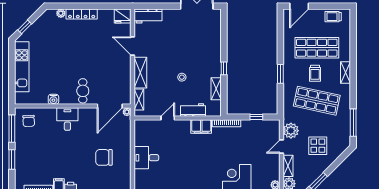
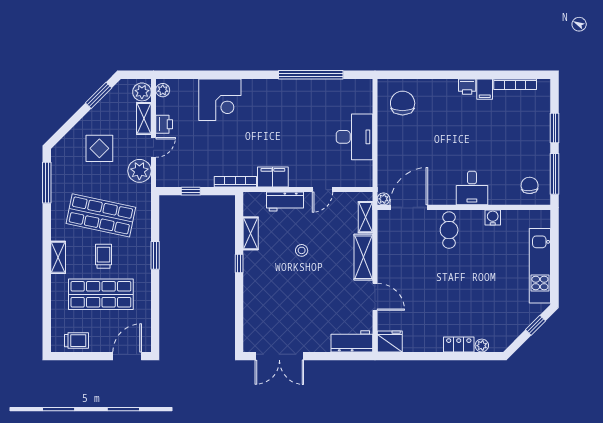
locker: (82, 14) -> (459, 344), width x0.66
chair: (104, 157) -> (403, 103), moved, turned -90
desk: (146, 158) -> (354, 137), width x1.37
printer: (274, 162) -> (164, 124), added

